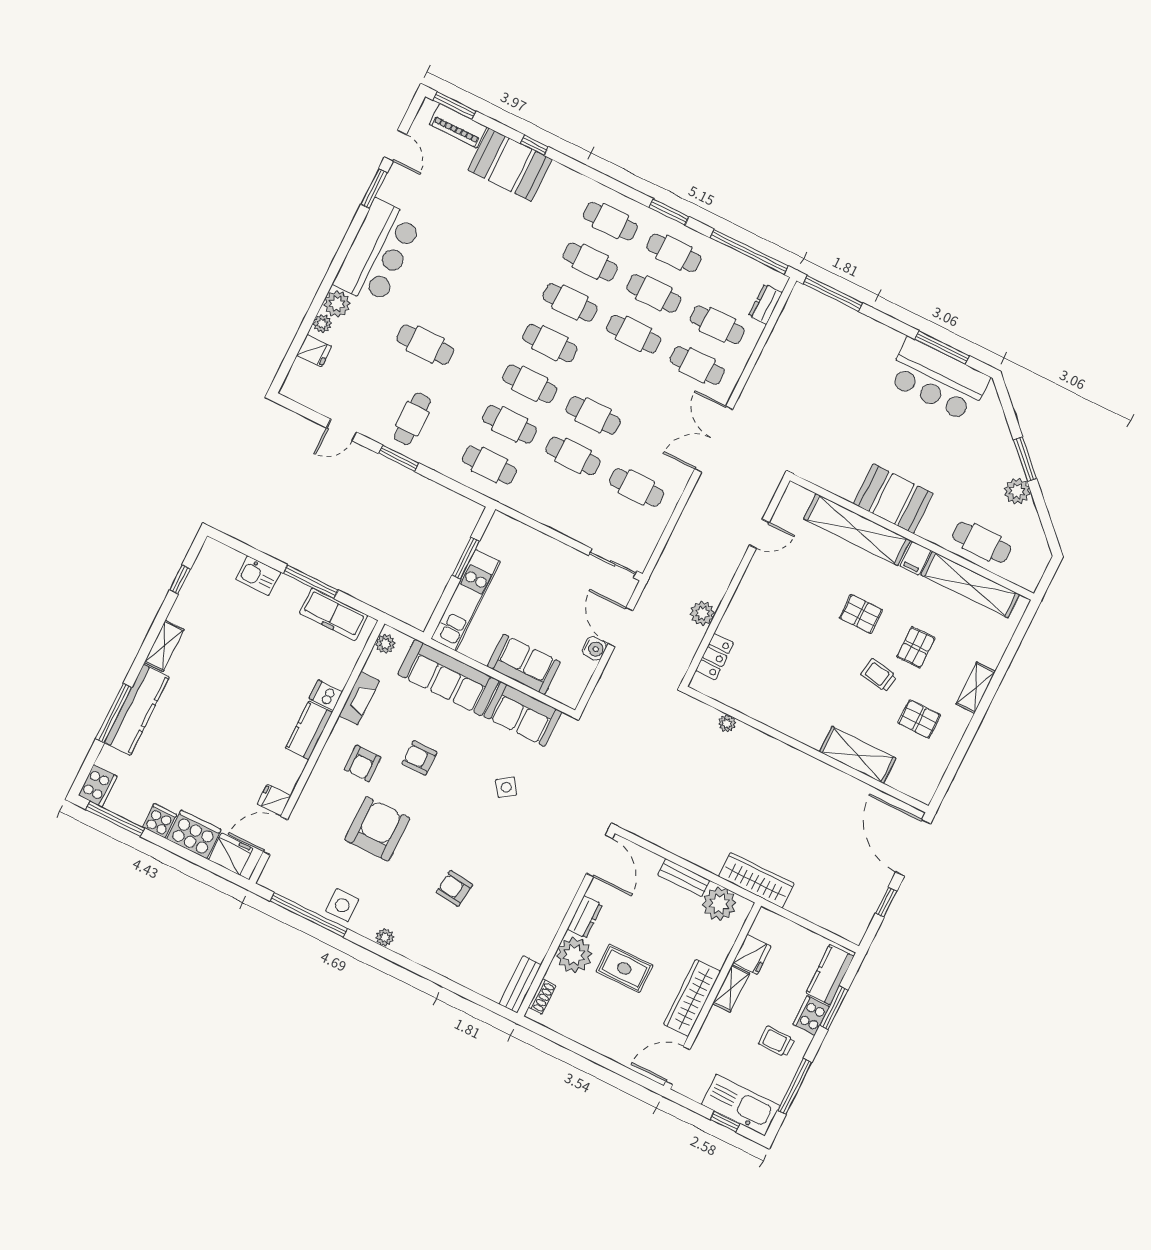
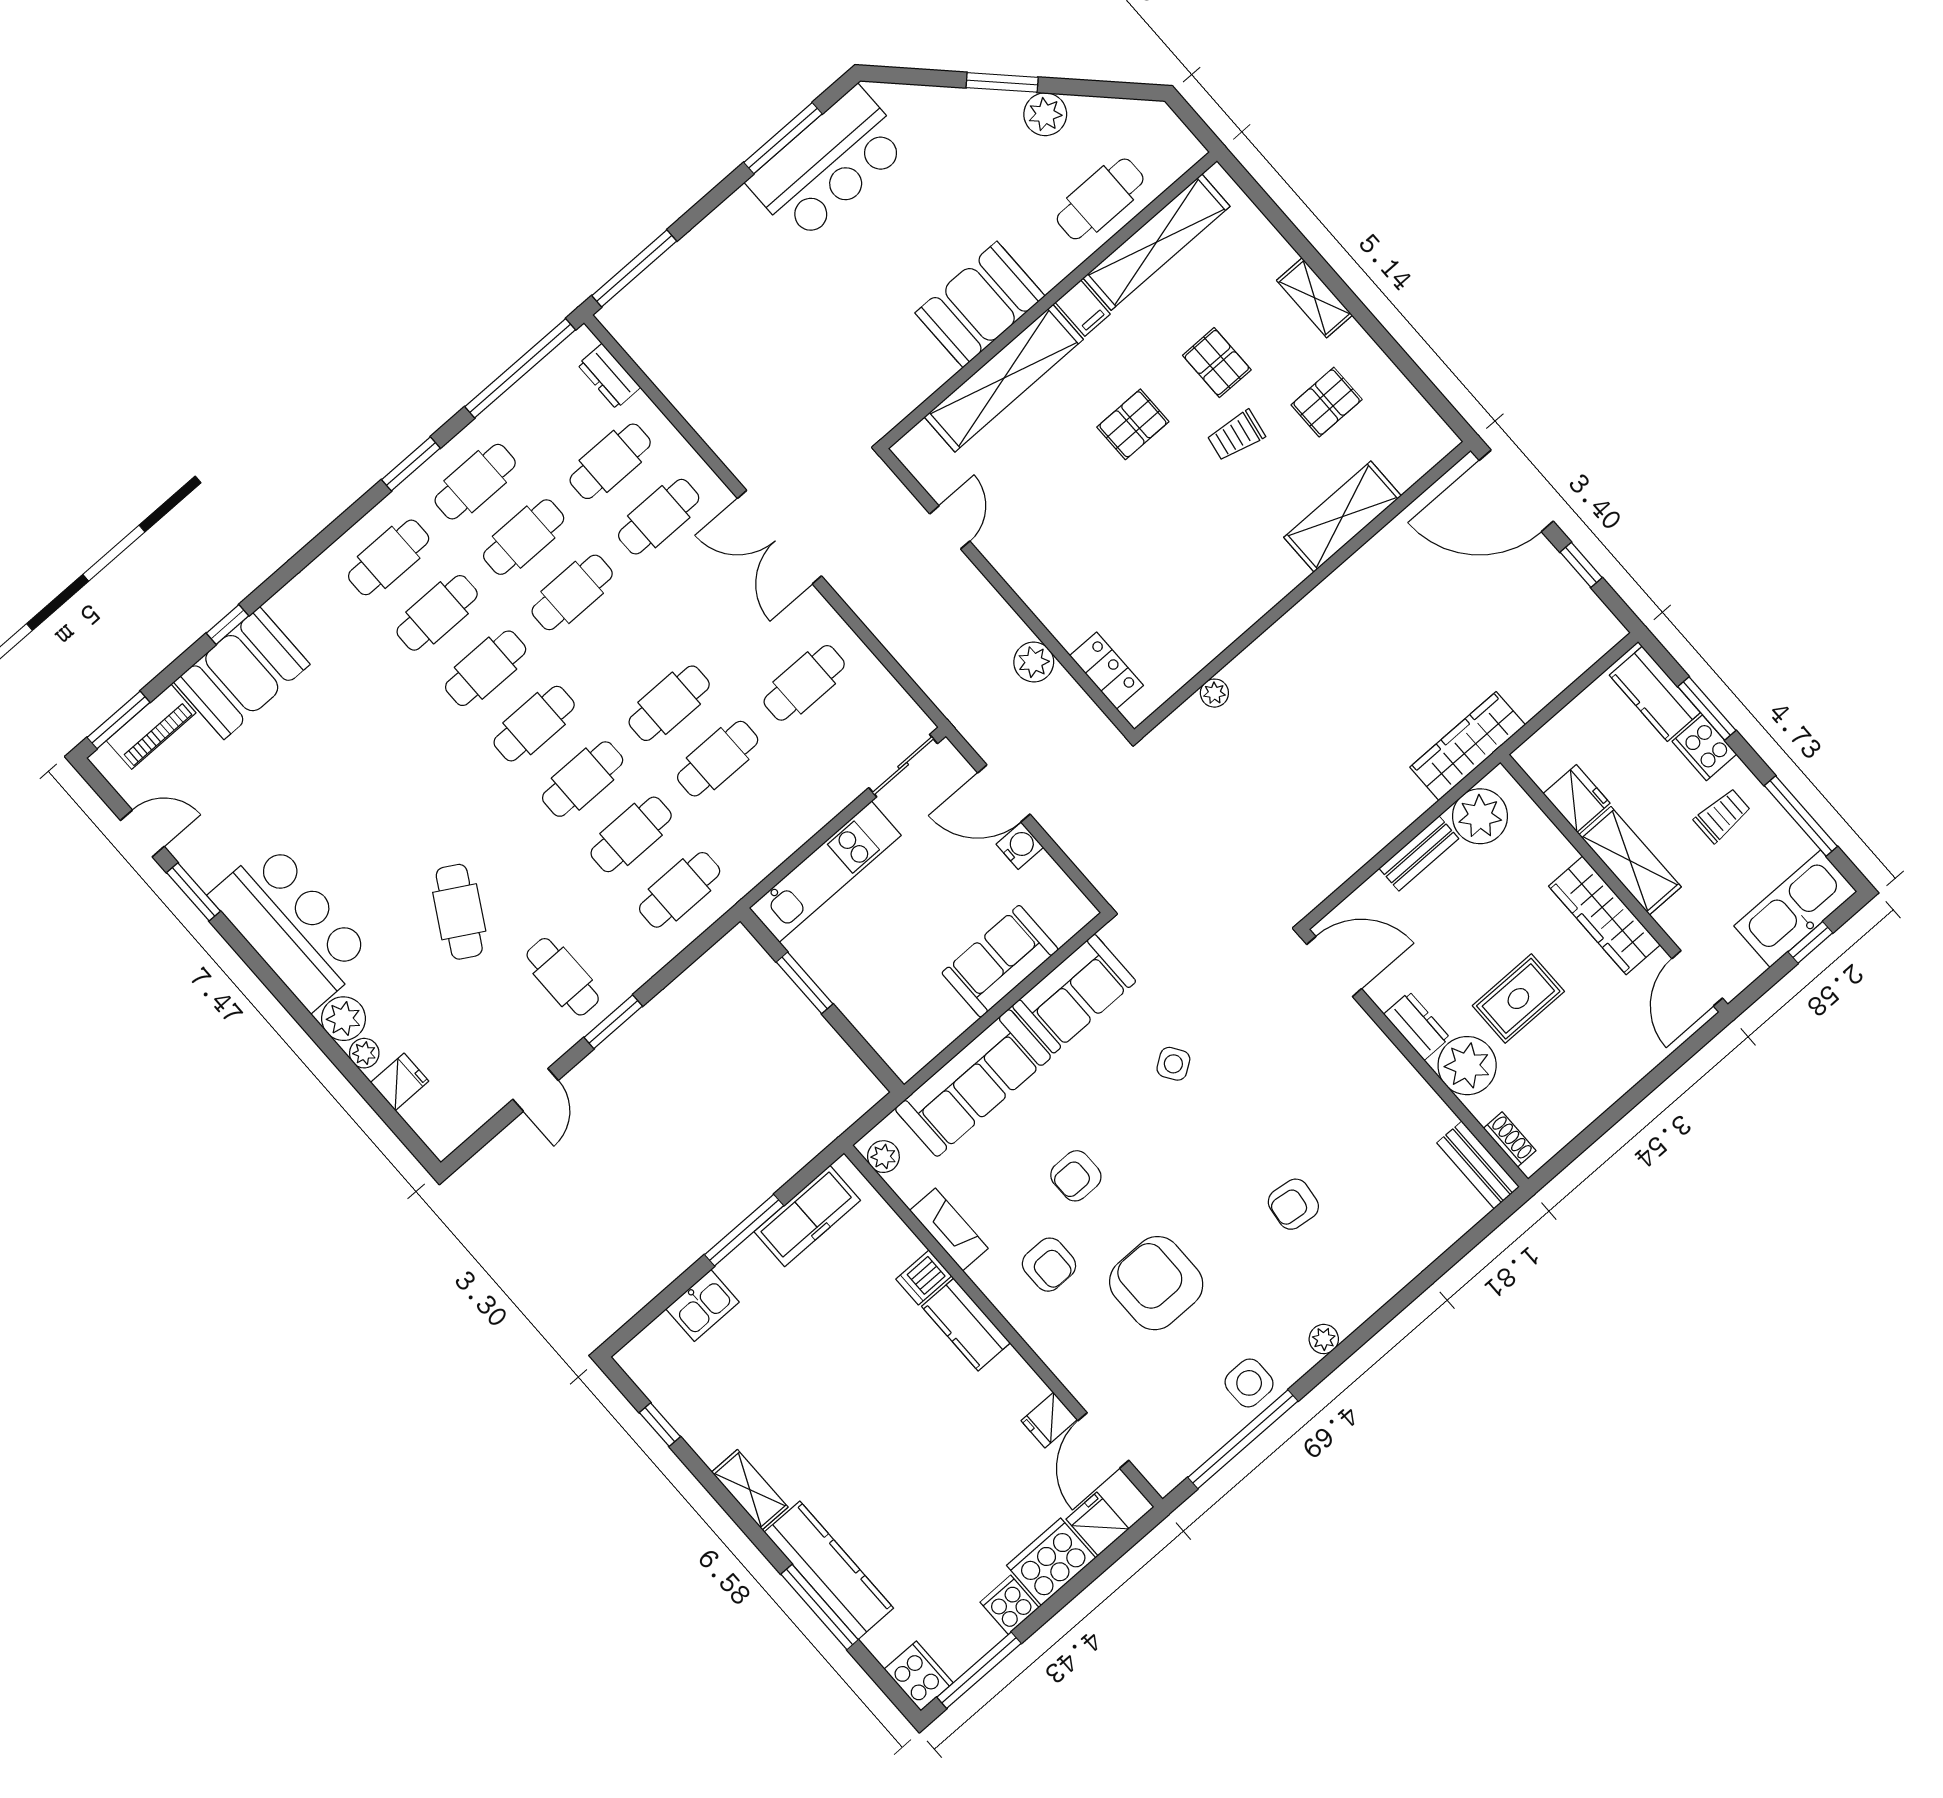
cafe table: (425, 345) -> (459, 912), turned -60
kitchen unit: (466, 600) -> (825, 872), moved, turned 90
fridge: (231, 854) -> (1097, 1524), width x0.72
shelving: (731, 988) -> (1630, 861), width x1.50, depth x1.33
trolley: (777, 1042) -> (1722, 816), turned 180

